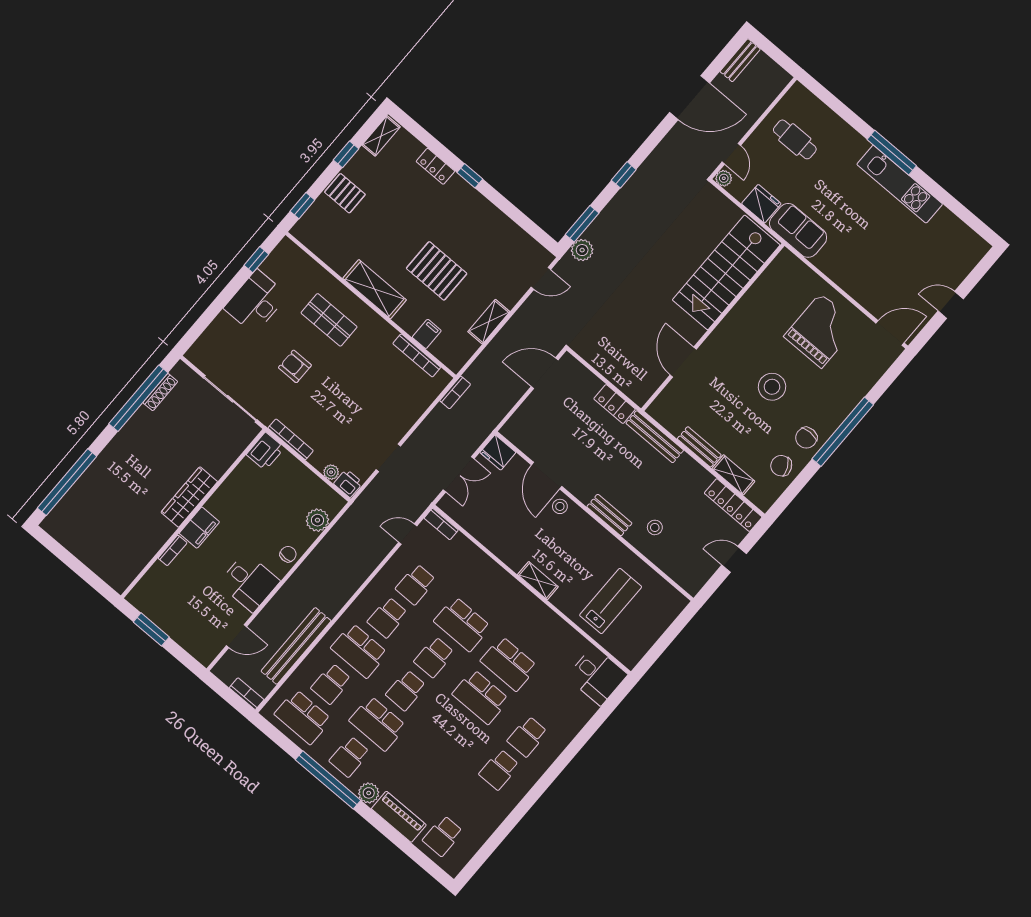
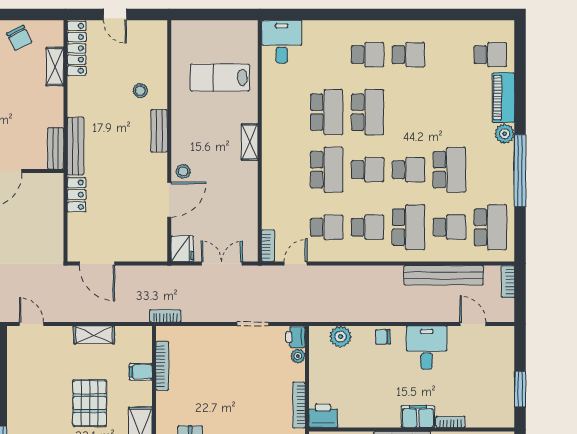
bench: (699, 447) -> (56, 148), moved
door: (408, 534) -> (296, 264), swing flipped
school desk: (349, 757) -> (490, 170), removed

